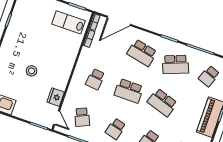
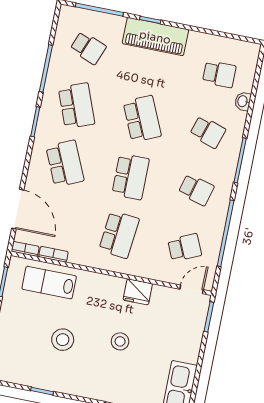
lab bench: (69, 22) -> (49, 283), moved, turned 90
stool: (37, 37) -> (63, 340), added
school desk: (142, 53) -> (65, 164), turned -36
school desk: (95, 79) -> (119, 234), width x1.85
fridge: (56, 97) -> (138, 292), moved
school desk: (162, 102) -> (142, 119), turned -42

